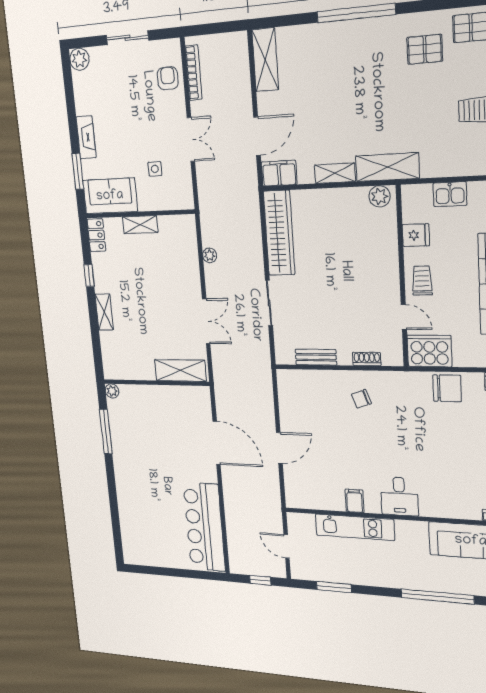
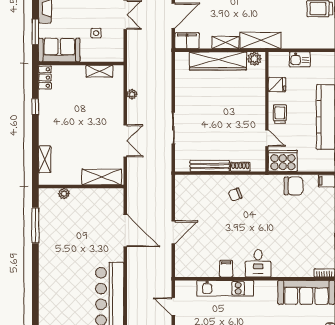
shelving: (140, 225) -> (99, 71), moved
wardrobe: (279, 233) -> (218, 61), moved, turned 90
shelving: (104, 312) -> (45, 159), moved
bench: (316, 357) -> (210, 166), width x1.36
plant: (112, 391) -> (64, 194), moved

